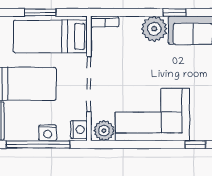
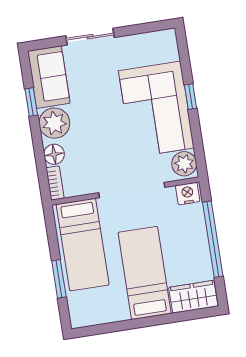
window: (40, 12) -> (59, 279), moved
floor lamp: (129, 24) -> (54, 154), added
nightstand: (48, 133) -> (197, 230), removed
window: (195, 144) -> (190, 97), moved

